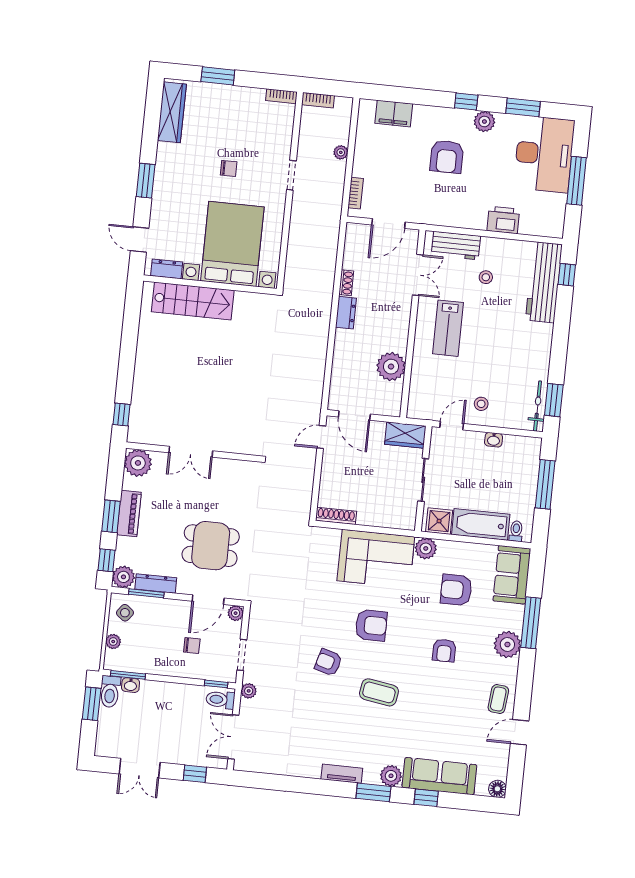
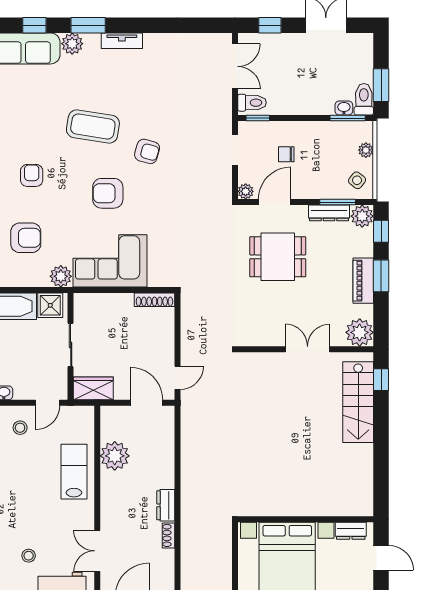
stairs: (193, 301) -> (358, 402), moved, turned -90
lab bench: (448, 328) -> (74, 472), moved
plant: (249, 691) -> (224, 114), removed
coffee table: (379, 692) -> (93, 127), width x1.36, depth x1.32

